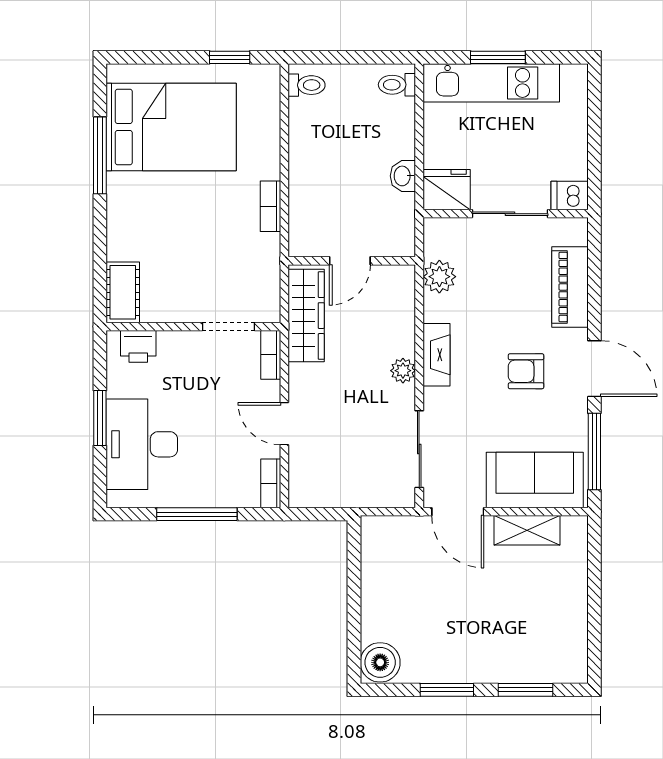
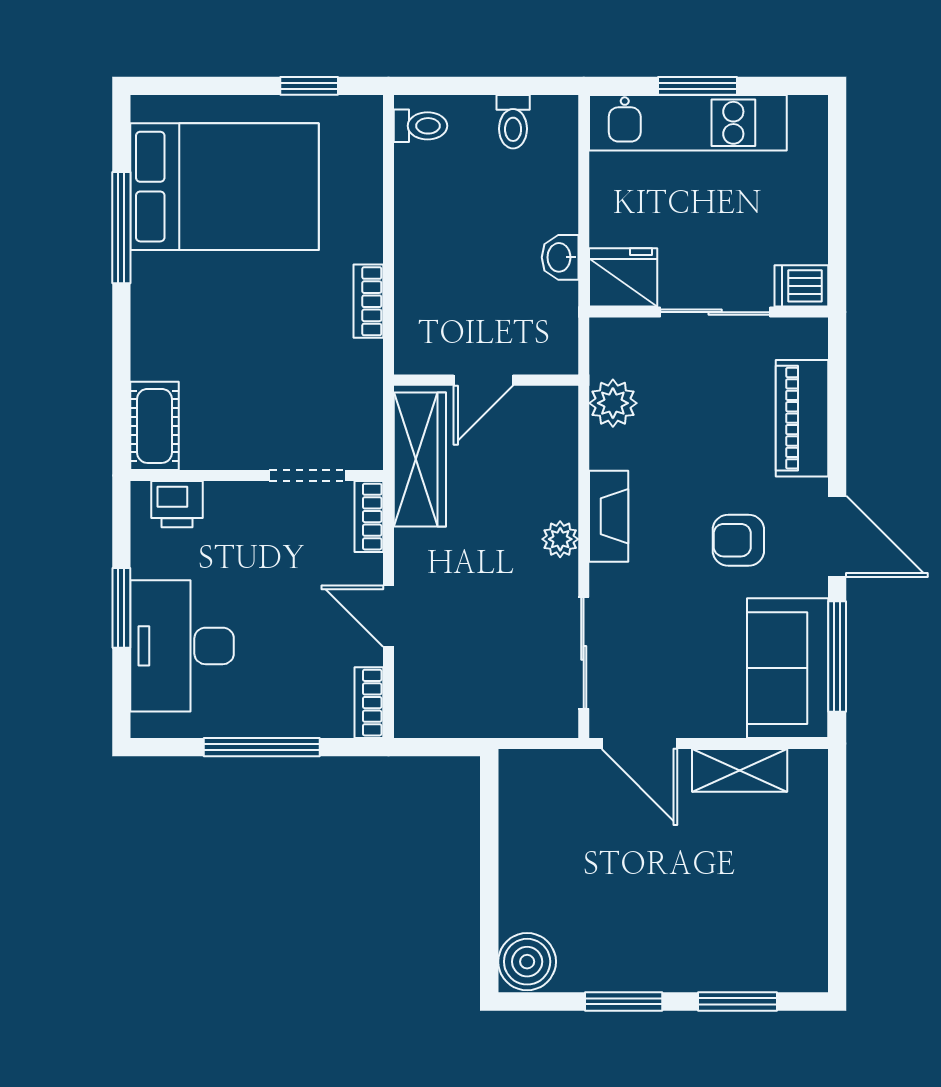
toilet: (397, 85) -> (513, 122), moved, turned -90
sofa: (535, 480) -> (788, 668), moved, turned -90

